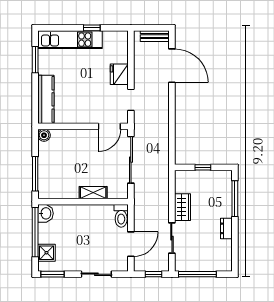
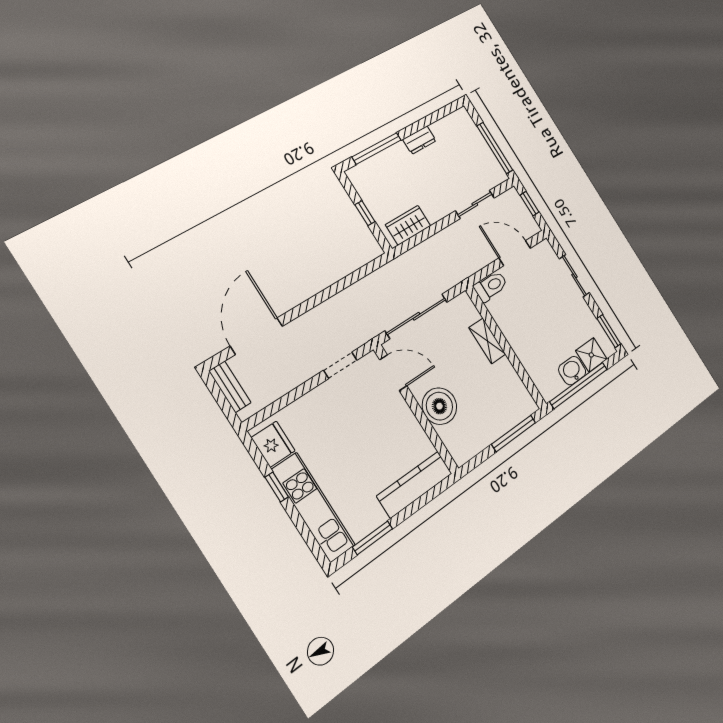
fridge: (119, 74) -> (273, 444), moved, turned -90
boiler: (44, 135) -> (439, 406), moved, width x1.86, depth x1.86
wardrobe: (183, 207) -> (408, 225), moved
washbasin: (45, 213) -> (572, 371), moved

